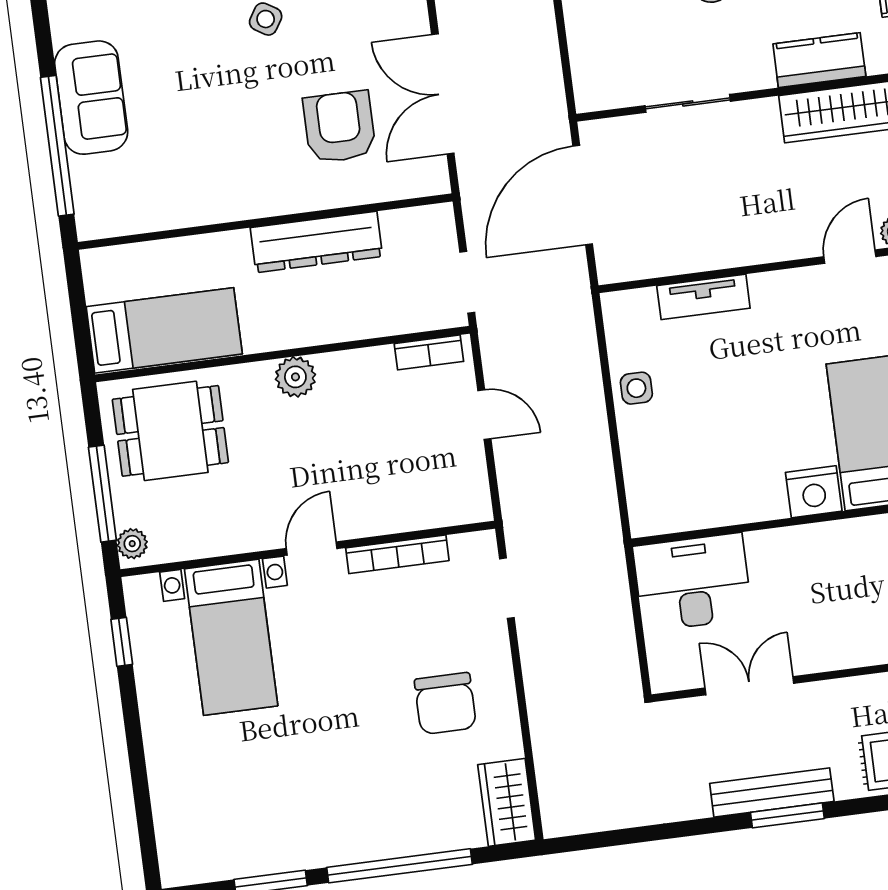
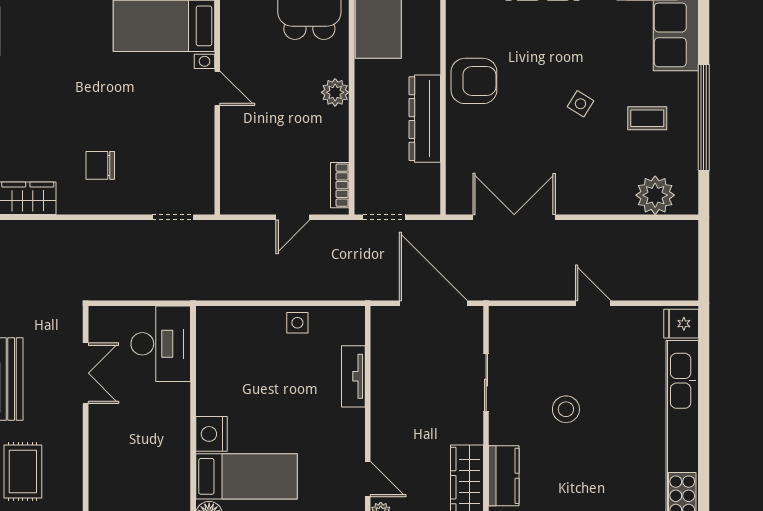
armchair: (339, 127) -> (474, 81), moved
bookcase: (397, 554) -> (206, 146), removed
chair: (445, 703) -> (100, 165), width x0.73, depth x0.73

